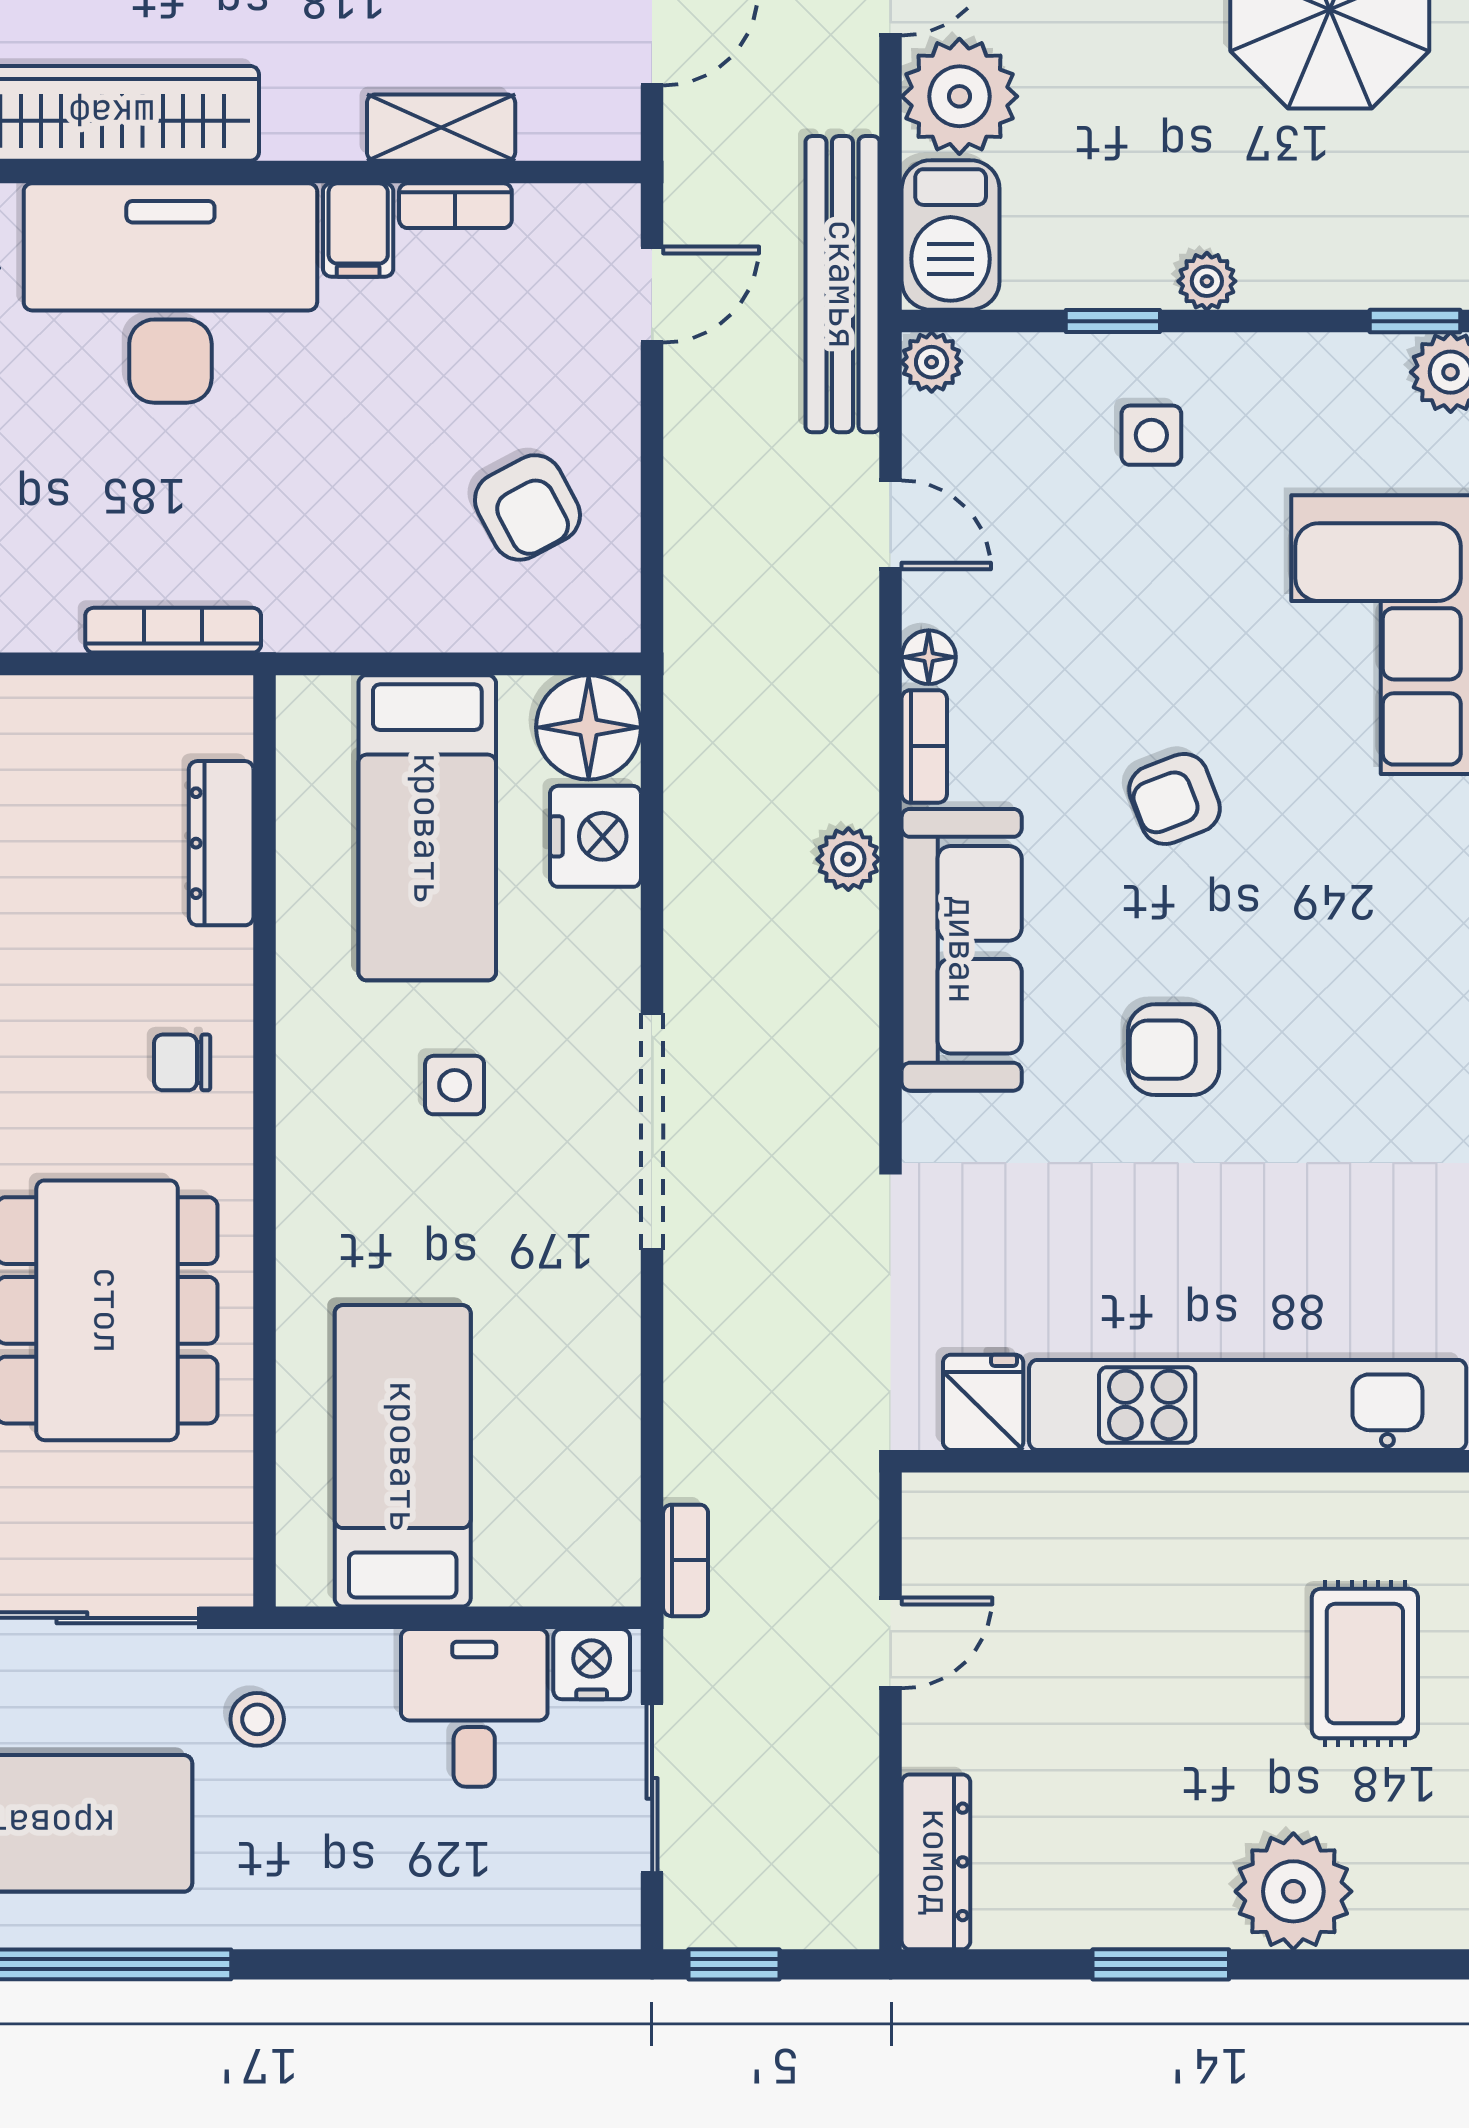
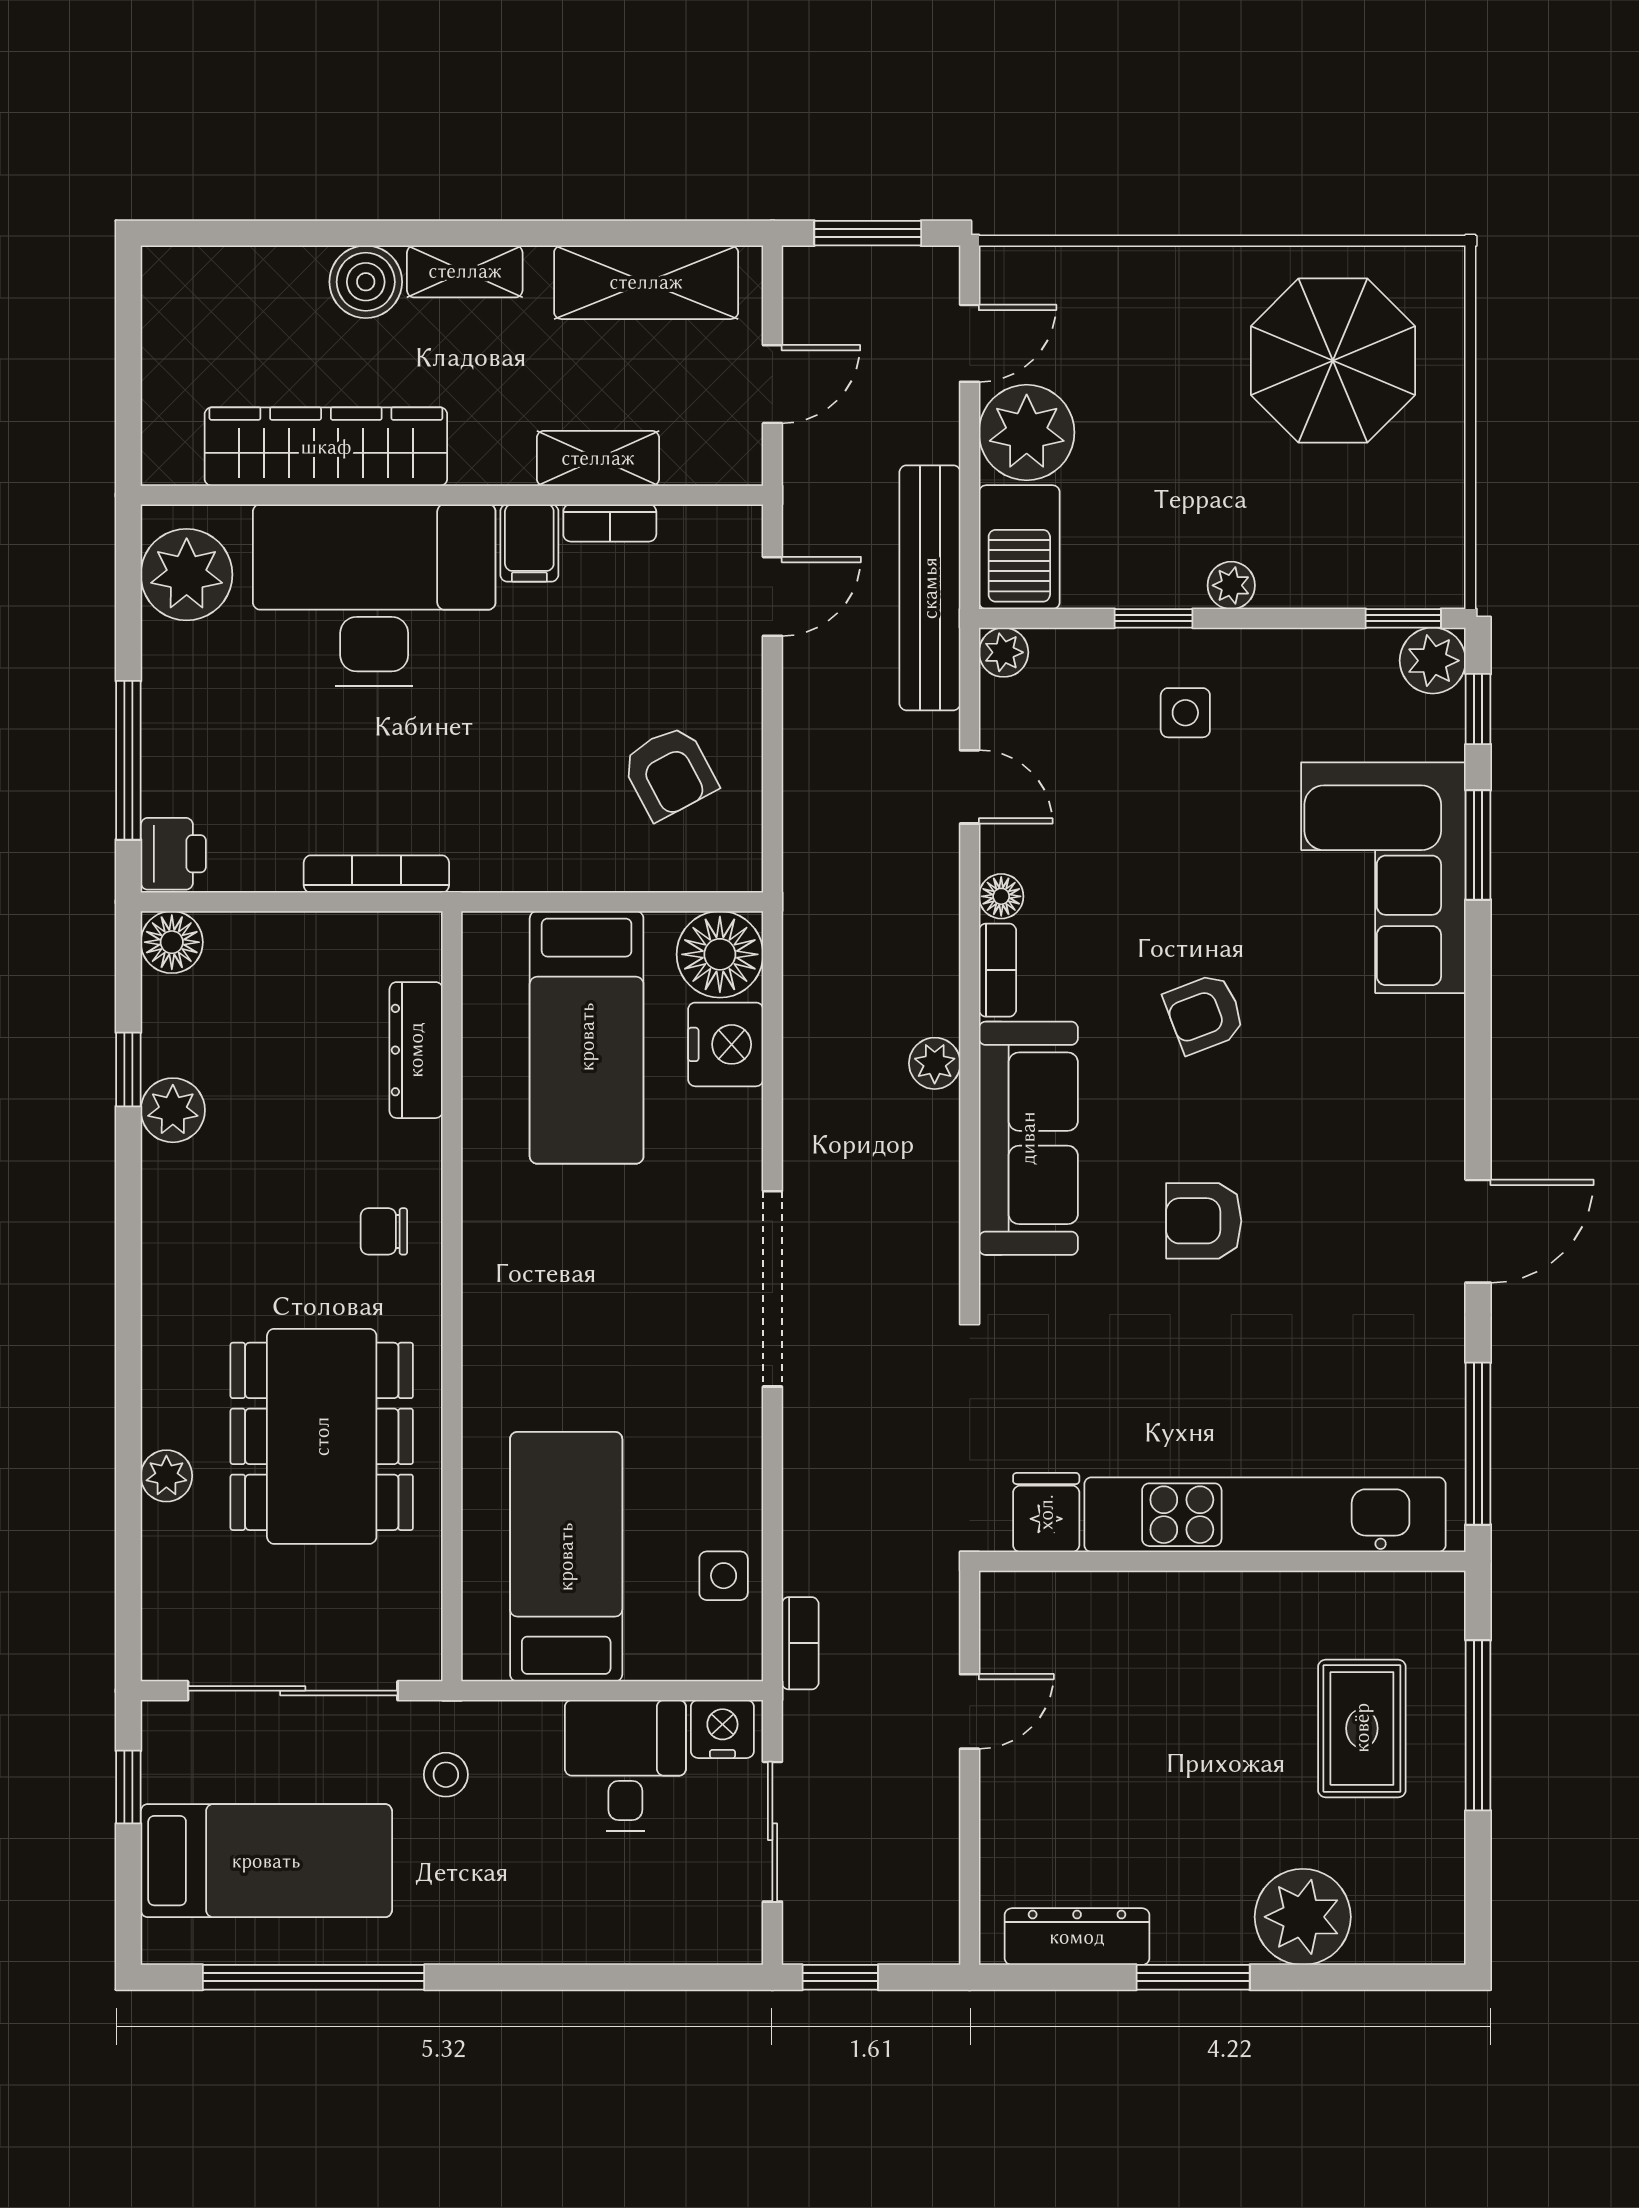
side table: (455, 1085) -> (724, 1576), moved
dresser: (936, 1862) -> (1077, 1937), moved, turned -90

